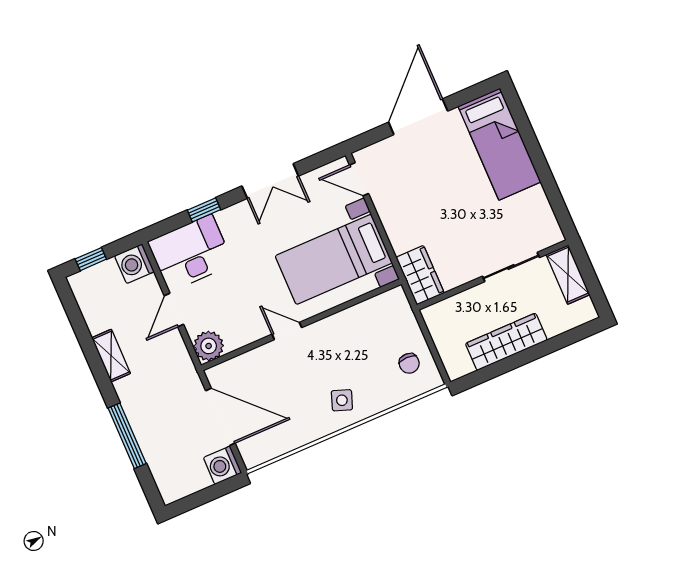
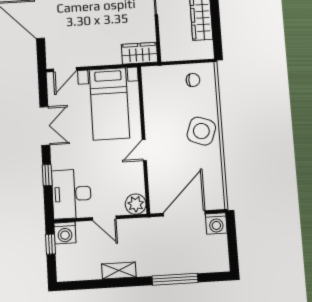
window: (91, 259) -> (51, 244), moved
side table: (342, 400) -> (201, 131), width x1.87, depth x1.87

